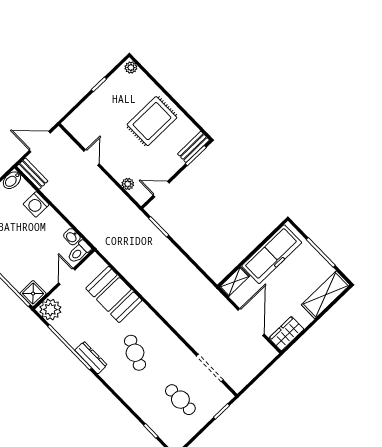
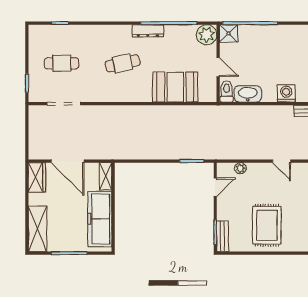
washbasin: (72, 237) -> (248, 94), width x1.91, depth x1.45
cafe table: (135, 353) -> (123, 63), turned -36

